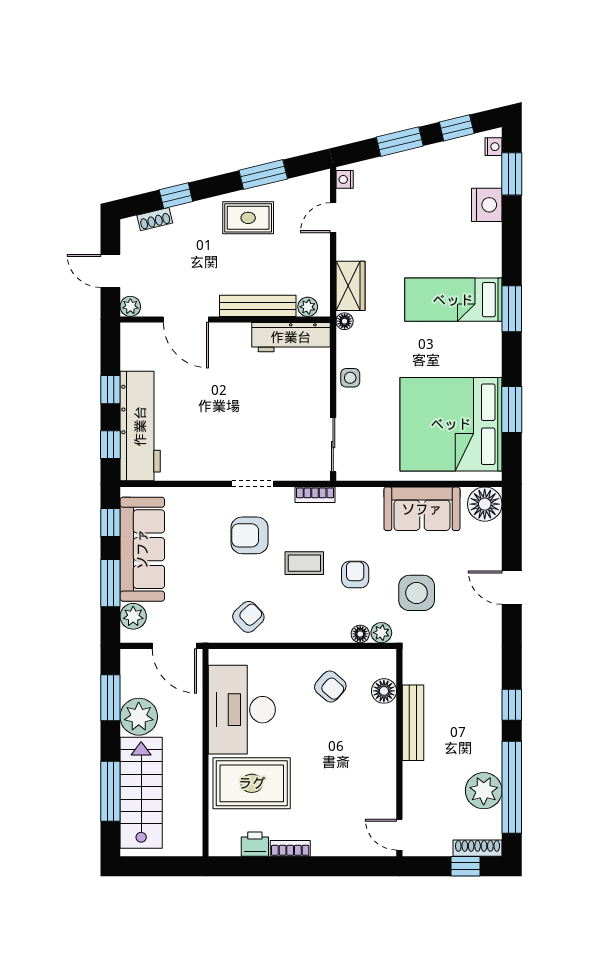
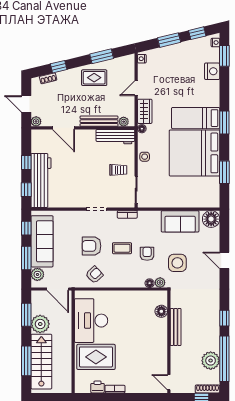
door: (333, 218) -> (136, 88), moved
trolley: (297, 405) -> (118, 170), added
bed: (451, 424) -> (194, 153), moved
armchair: (250, 535) -> (92, 246), moved
armchair: (330, 686) -> (135, 309), removed

